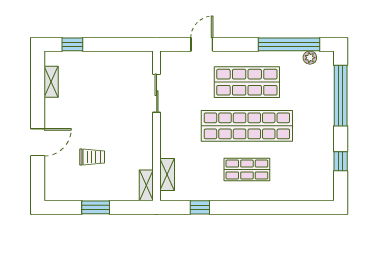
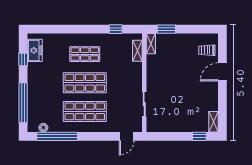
door: (202, 44) -> (127, 136), moved
shelving: (51, 82) -> (213, 122), moved
shop shelf: (247, 126) -> (85, 83), width x0.71
trolley: (92, 157) -> (207, 50), moved
freezer: (323, 175) -> (35, 50), added
window: (96, 207) -> (166, 29), moved

